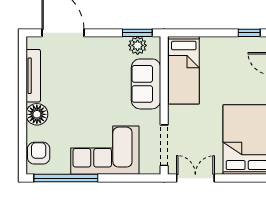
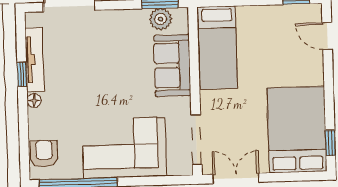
window: (22, 87) -> (22, 74), added
floor lamp: (37, 114) -> (34, 100), width x0.53, depth x0.53

